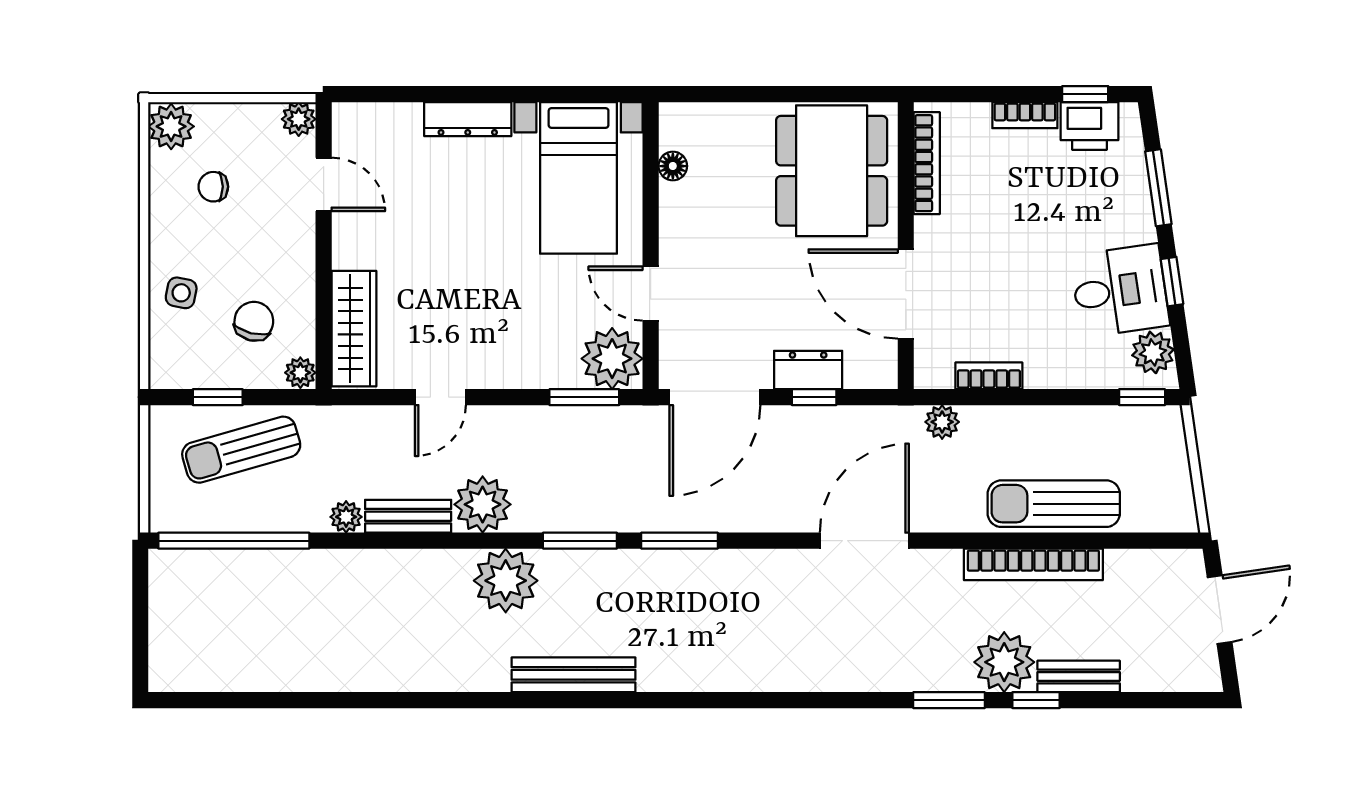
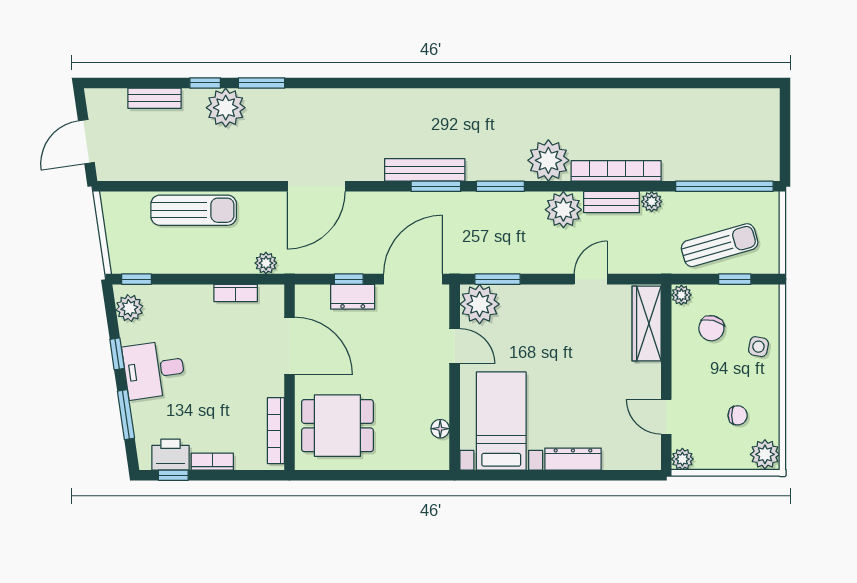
dining table: (832, 171) -> (337, 426), width x0.73
desk: (1120, 291) -> (154, 370), moved
bookcase: (1033, 564) -> (616, 171), moved
bench: (573, 675) -> (425, 170), moved
bench: (1079, 676) -> (155, 98), moved

